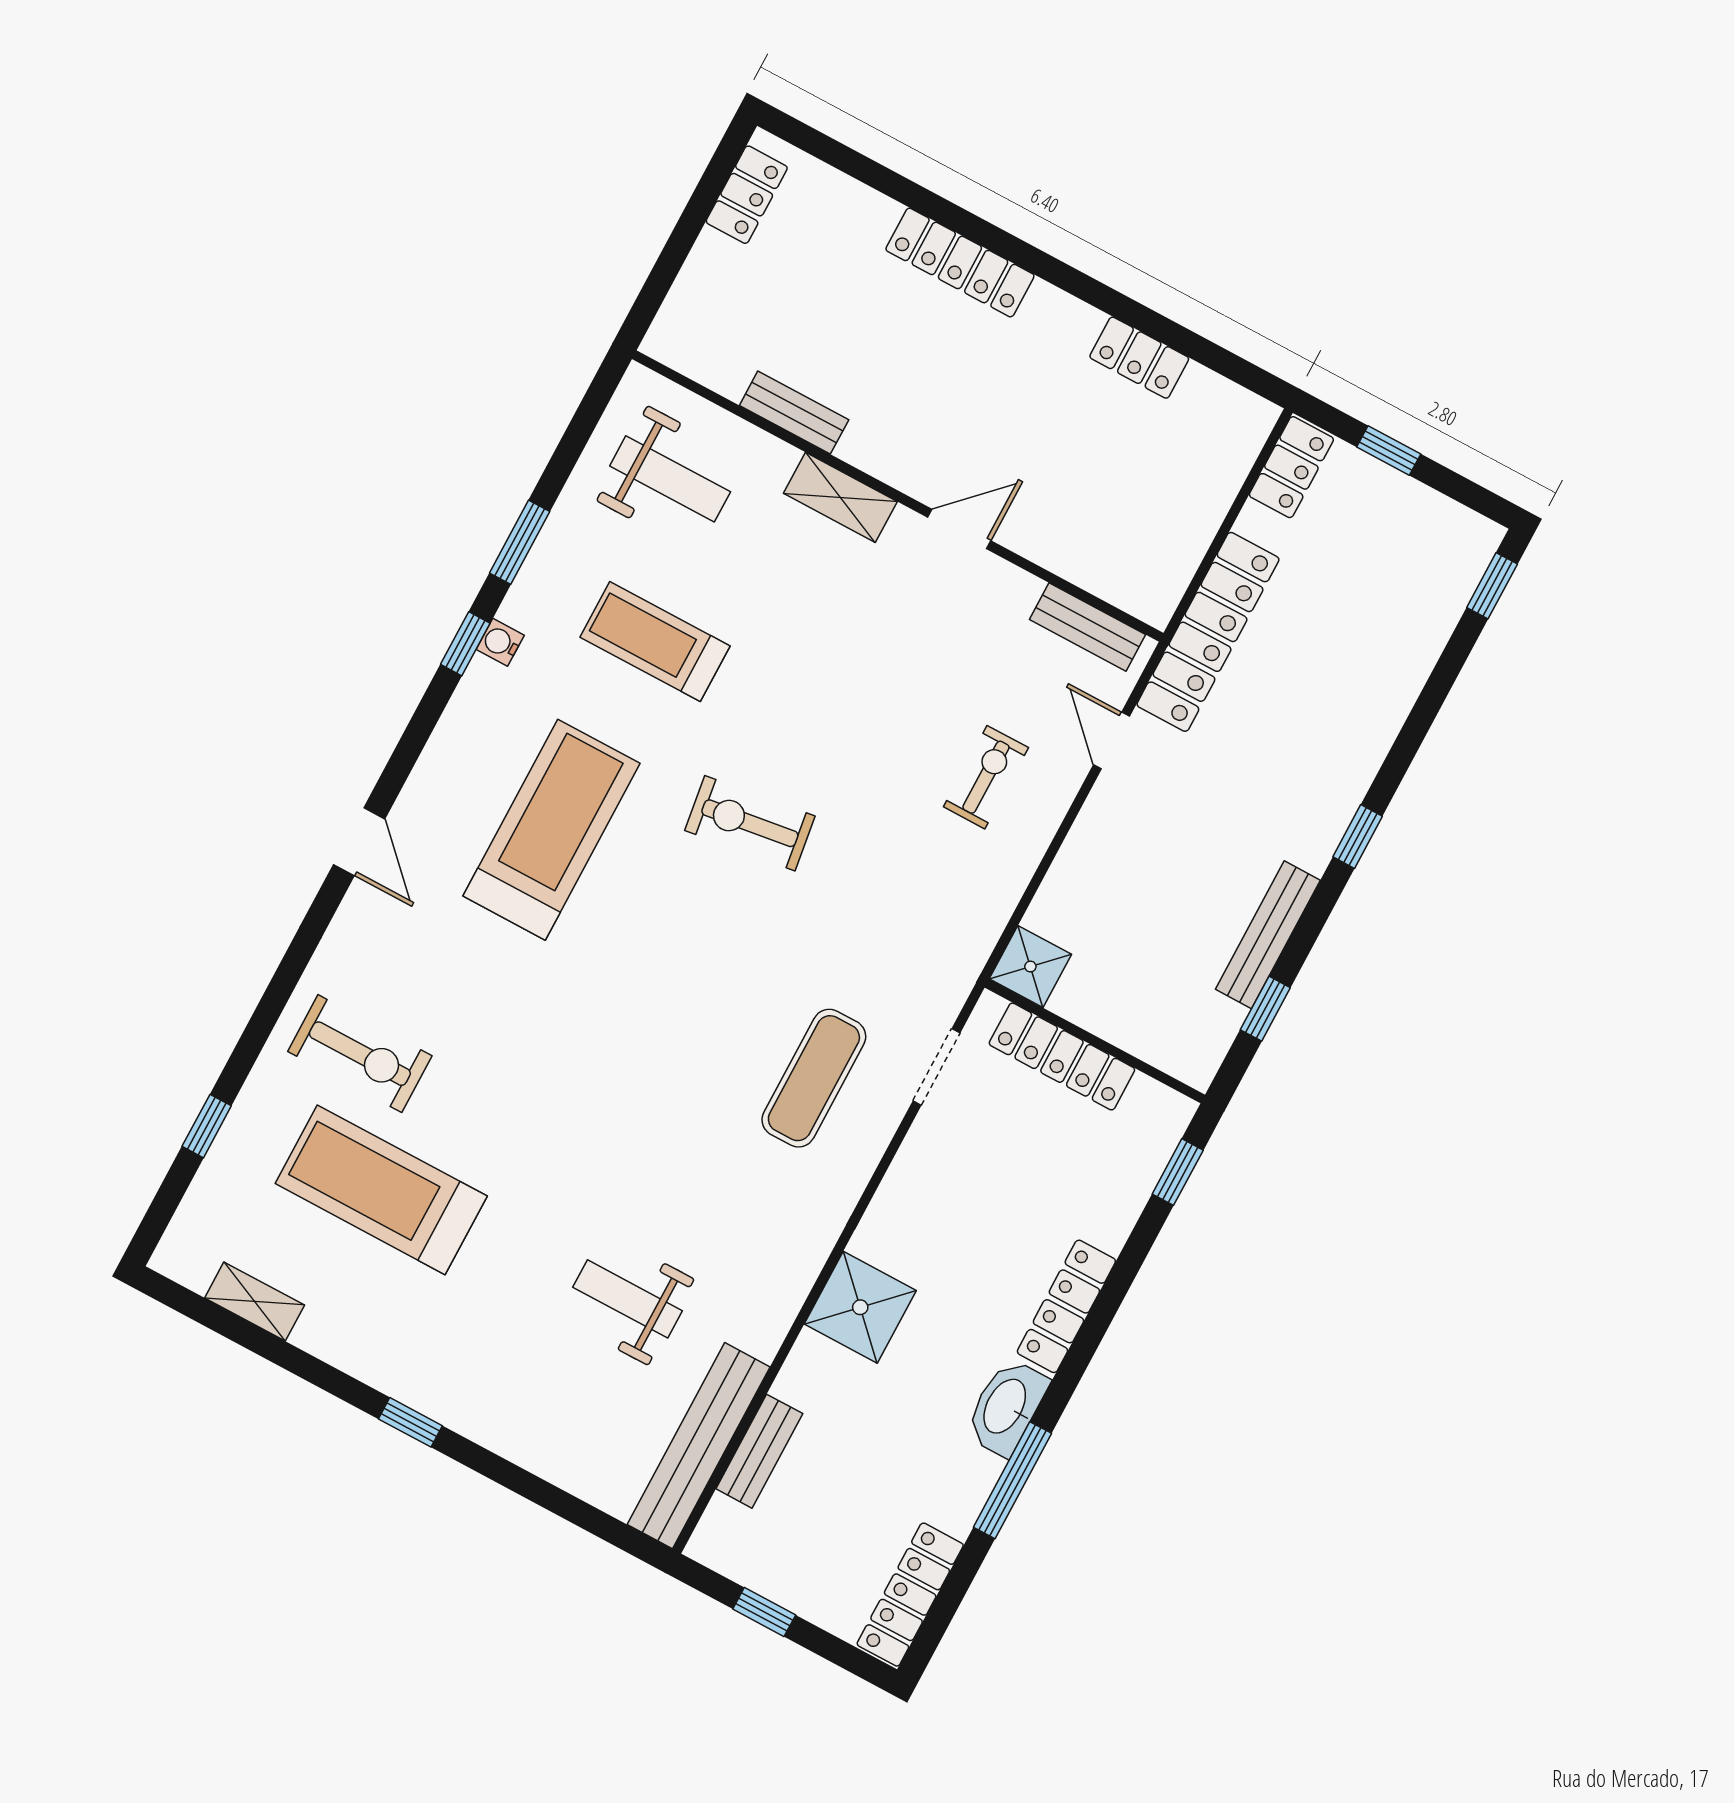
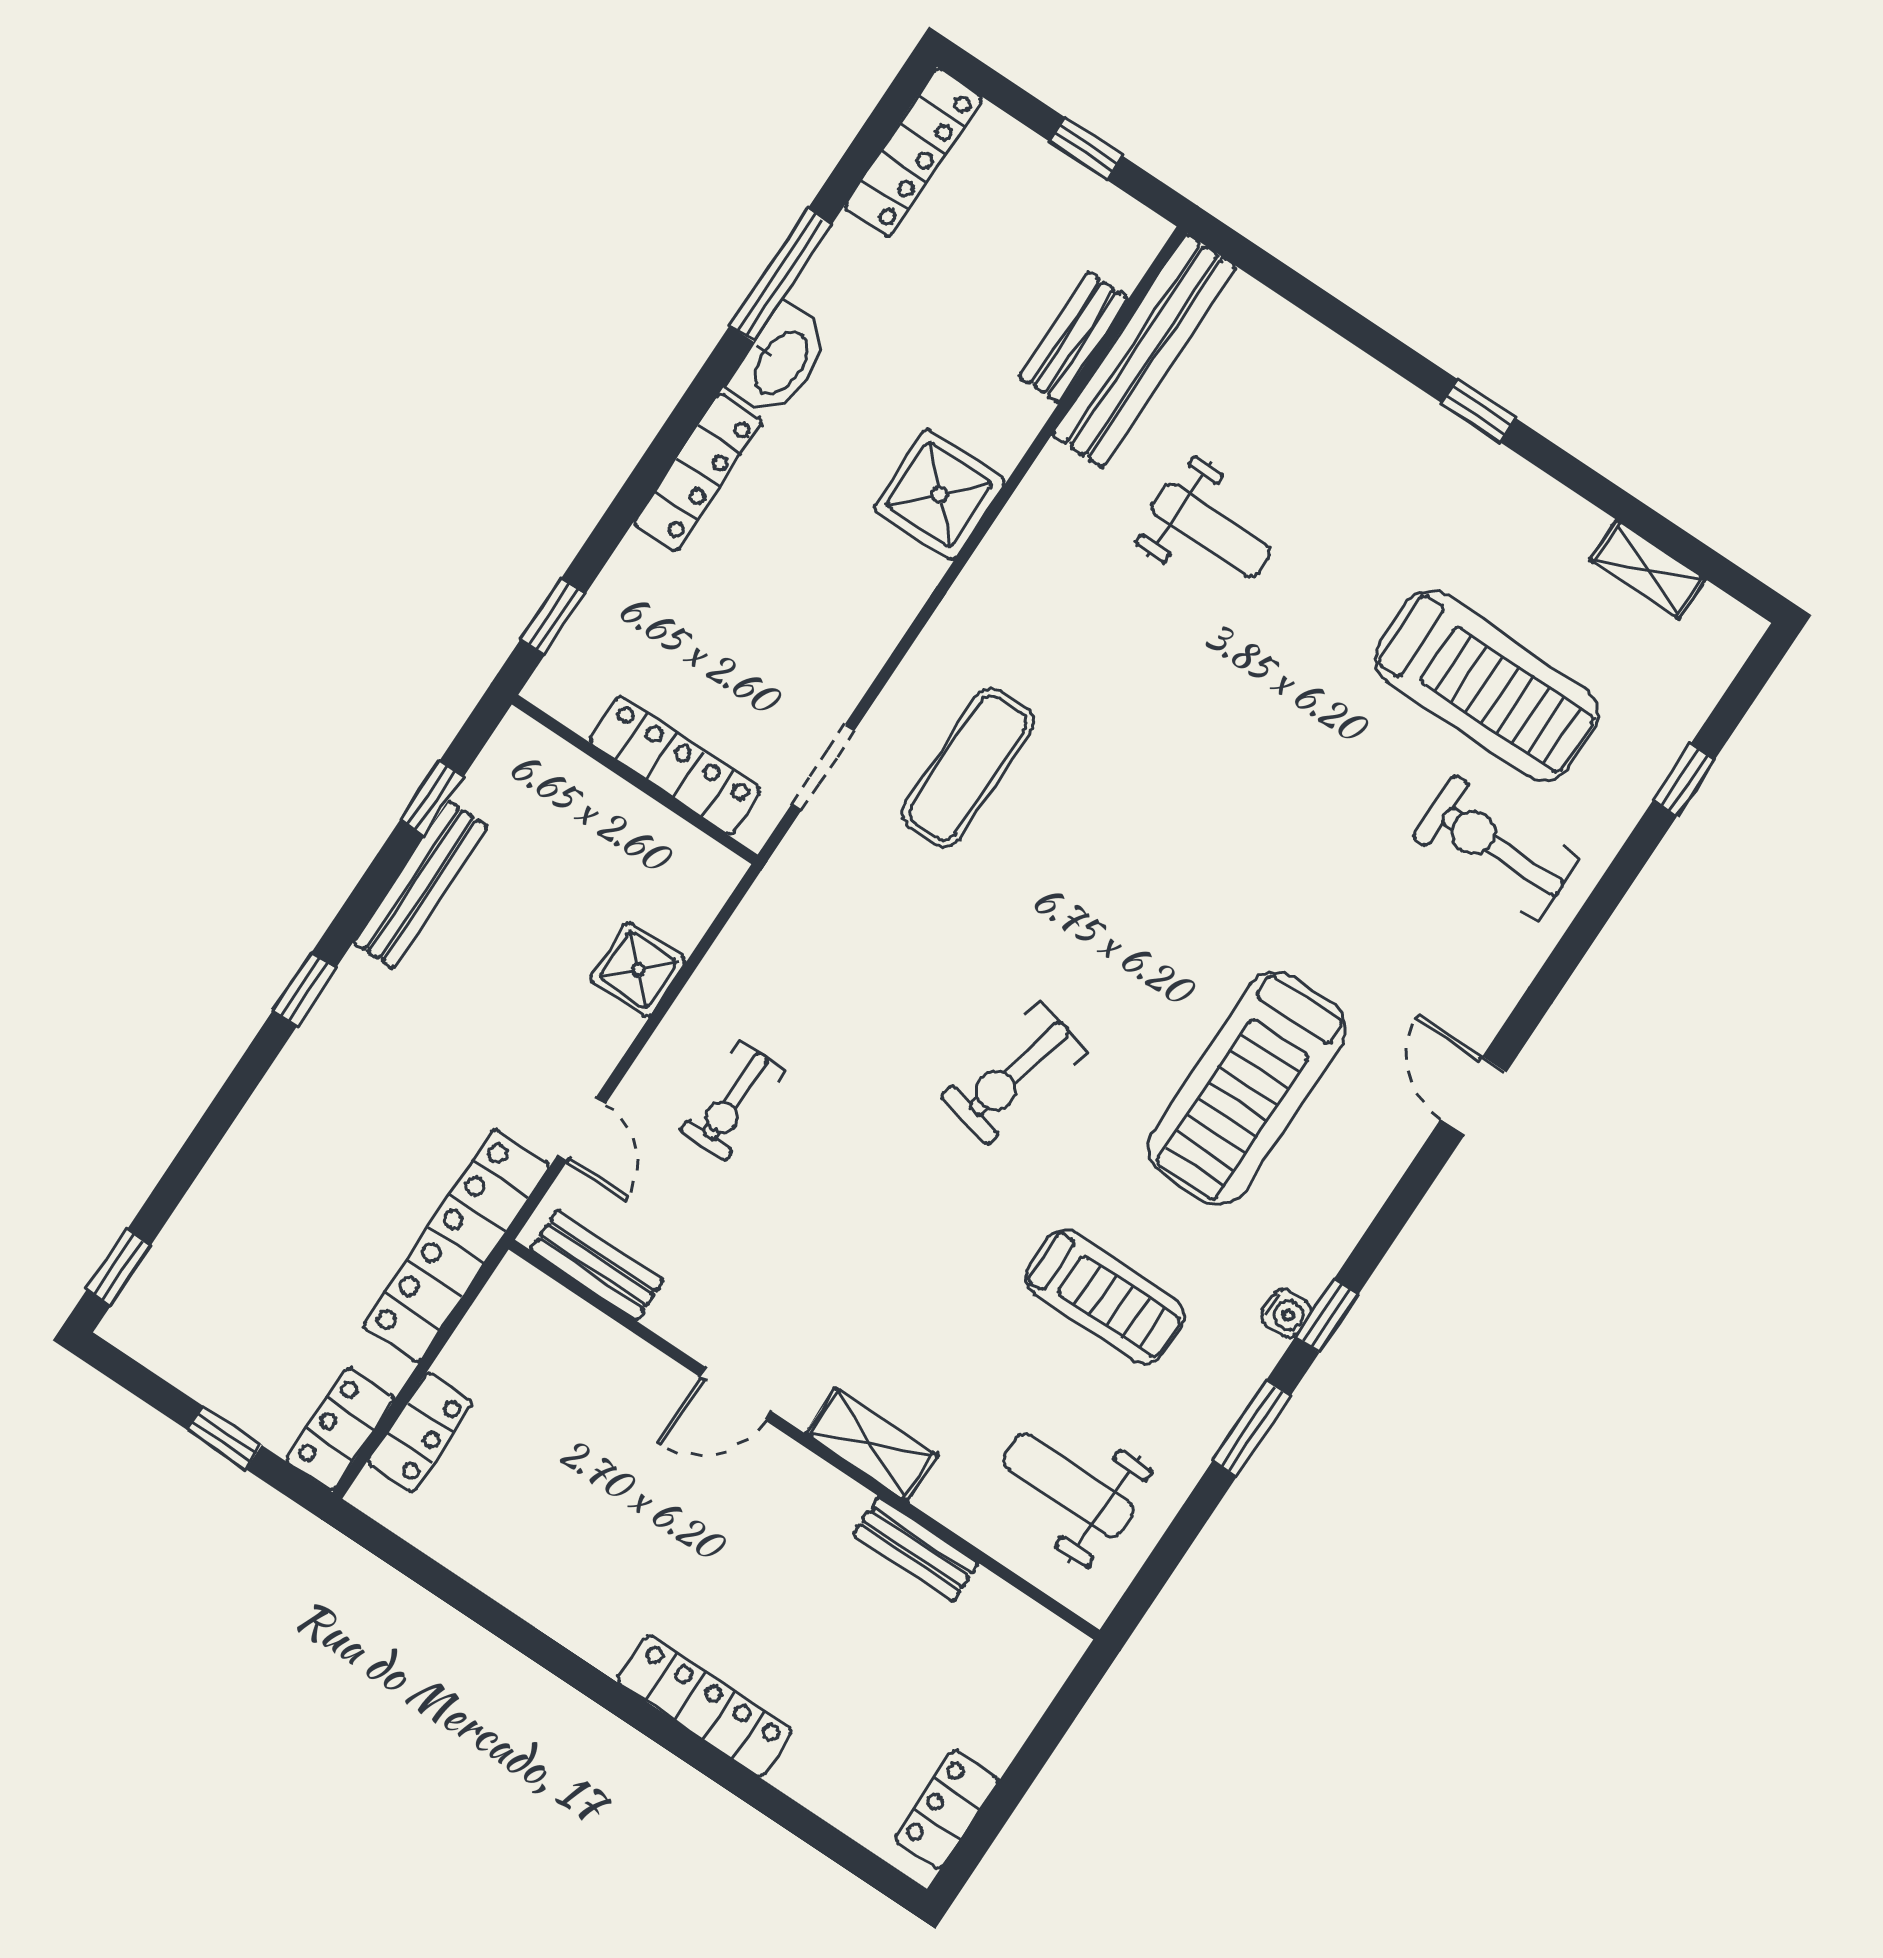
locker: (1139, 358) -> (420, 1432), moved, turned 90
exercise bike: (750, 823) -> (1014, 1073), turned 111
shower: (1030, 966) -> (638, 970), moved

